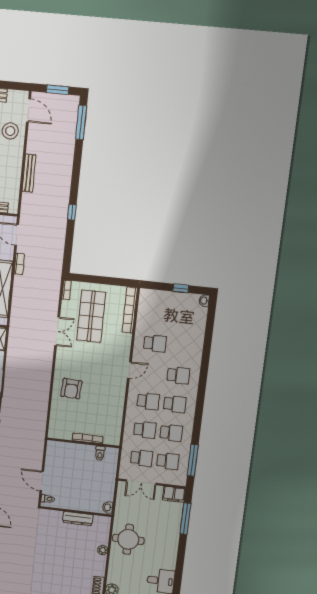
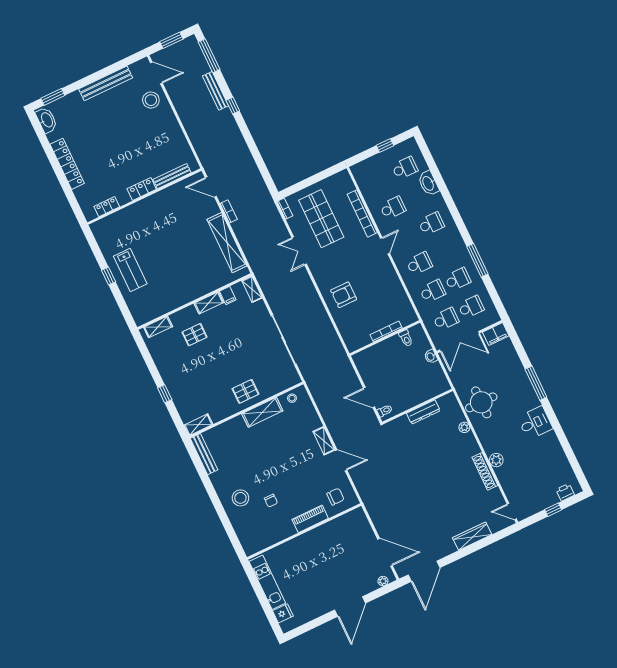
bench: (29, 173) -> (215, 91), moved
window: (72, 212) -> (233, 106), moved
washbasin: (204, 301) -> (428, 183), moved, width x1.91, depth x1.45
bookcase: (130, 310) -> (362, 213), moved
double door: (57, 331) -> (299, 251), swing flipped
armchair: (71, 389) -> (344, 295), turned 87
school desk: (175, 404) -> (405, 168), moved
window: (193, 460) -> (477, 260), moved
double door: (141, 482) -> (460, 342), width x1.37
washbasin: (108, 507) -> (431, 356), moved
window: (185, 519) -> (536, 383), moved

